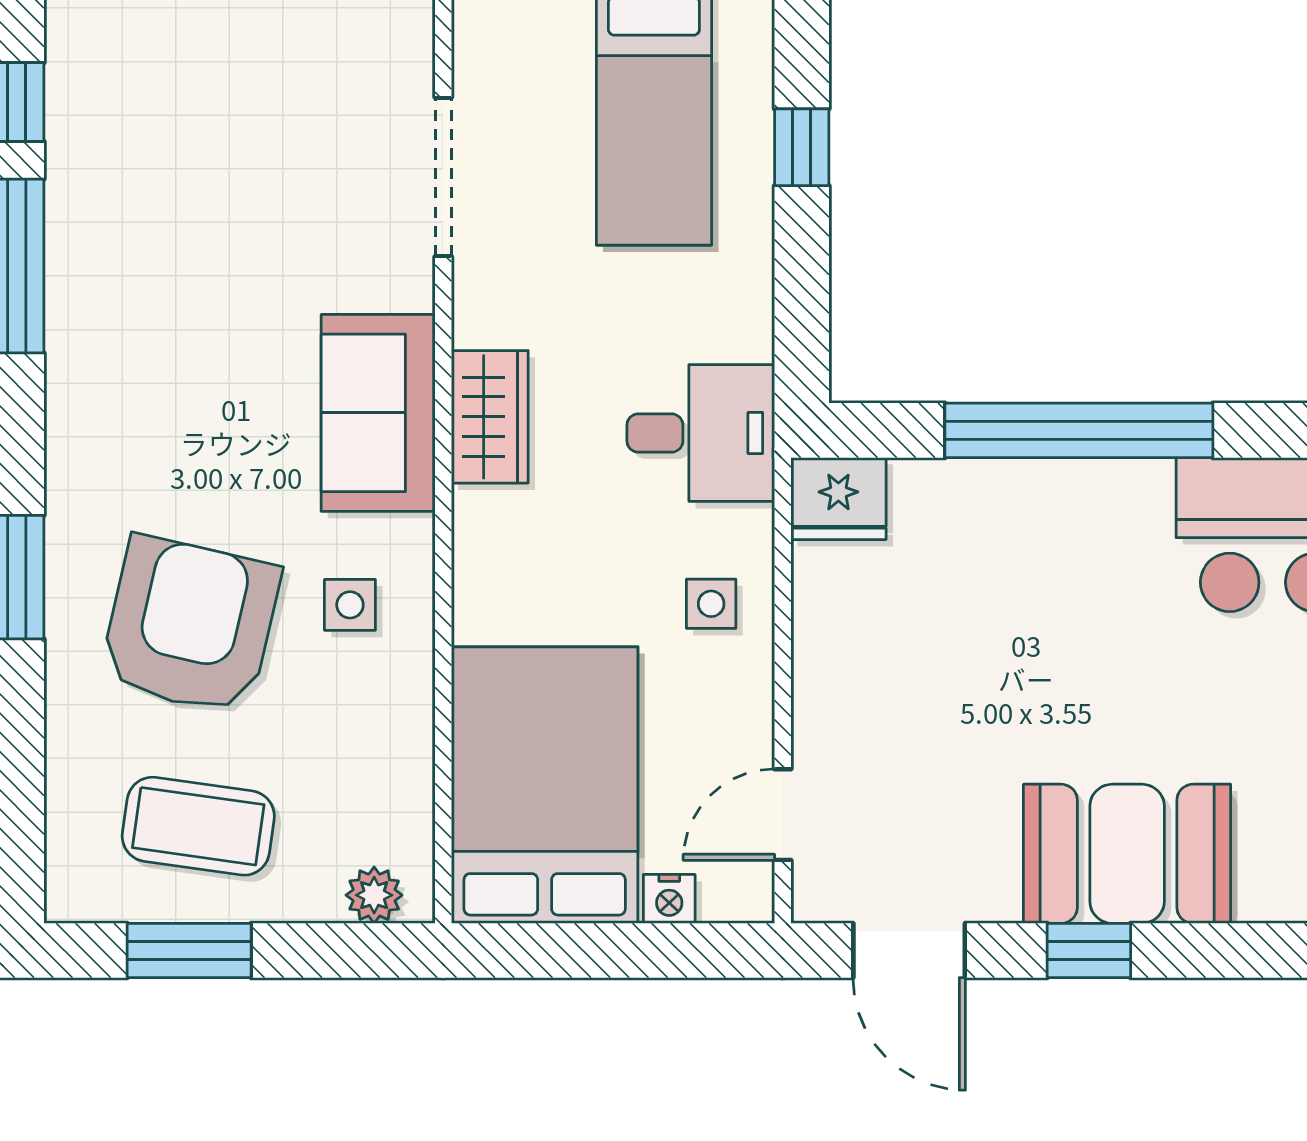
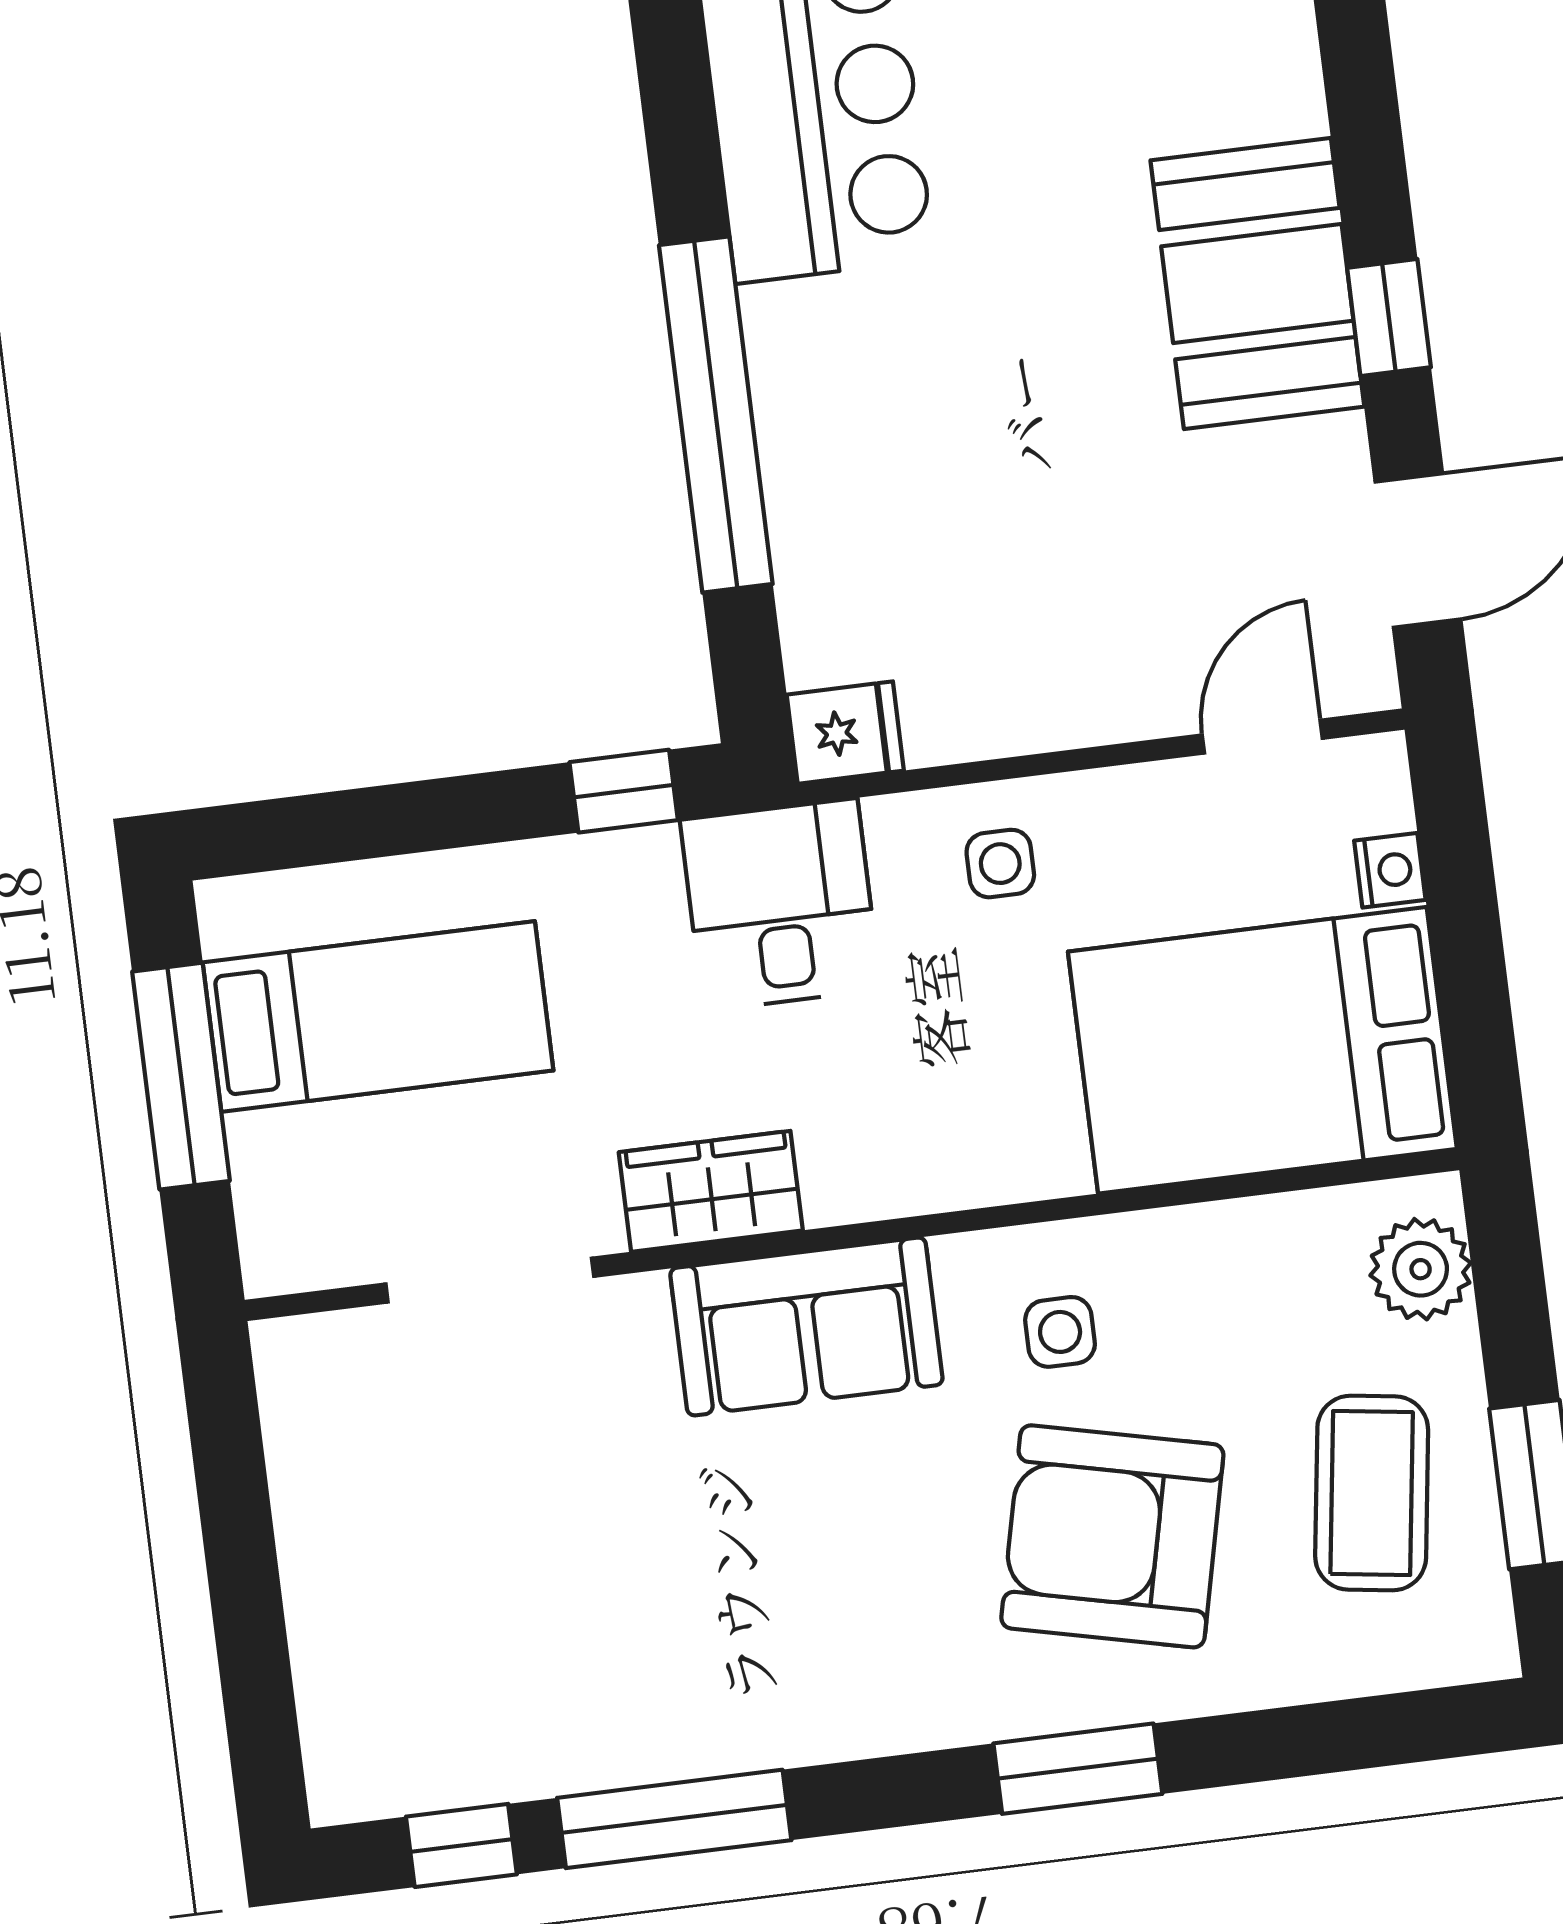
window: (802, 147) -> (624, 791), moved
wardrobe: (490, 417) -> (711, 1191), moved
fridge: (838, 499) -> (845, 733), width x0.72
door: (783, 815) -> (1262, 737), swing flipped
plant: (374, 895) -> (1421, 1269), width x1.38, depth x1.38

